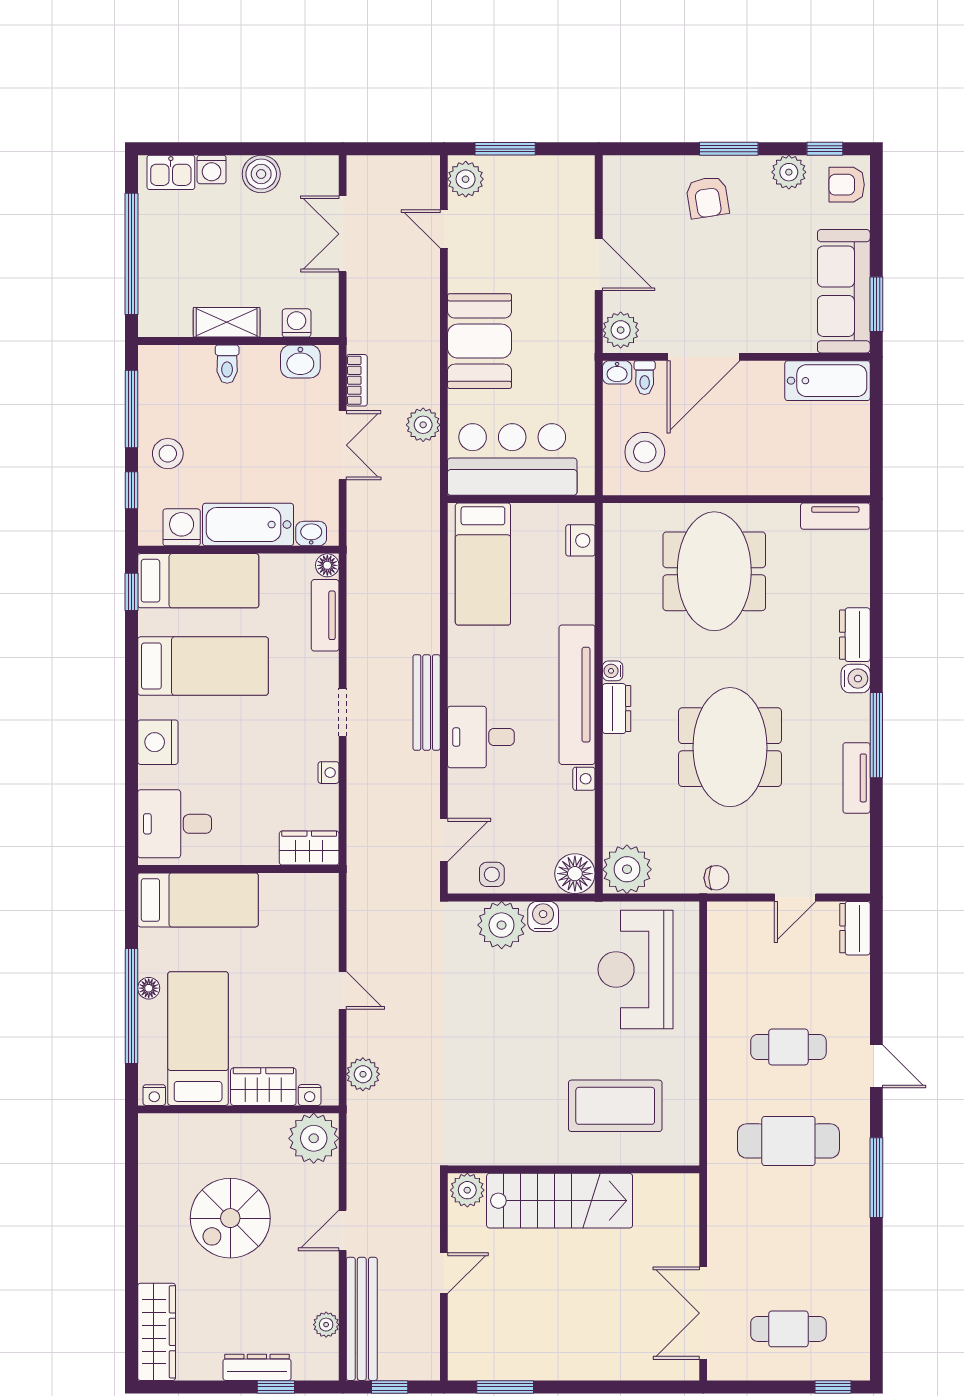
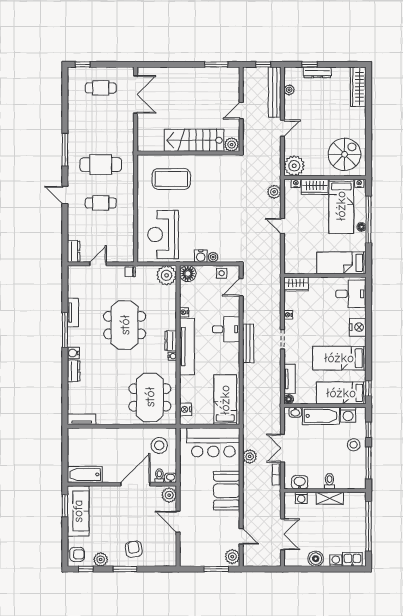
meeting table: (714, 571) -> (150, 397), moved
plant: (502, 925) -> (213, 257), width x0.53, depth x0.53
reception desk: (635, 969) -> (163, 235), turned 180
spiral stairs: (230, 1218) -> (345, 154), moved

